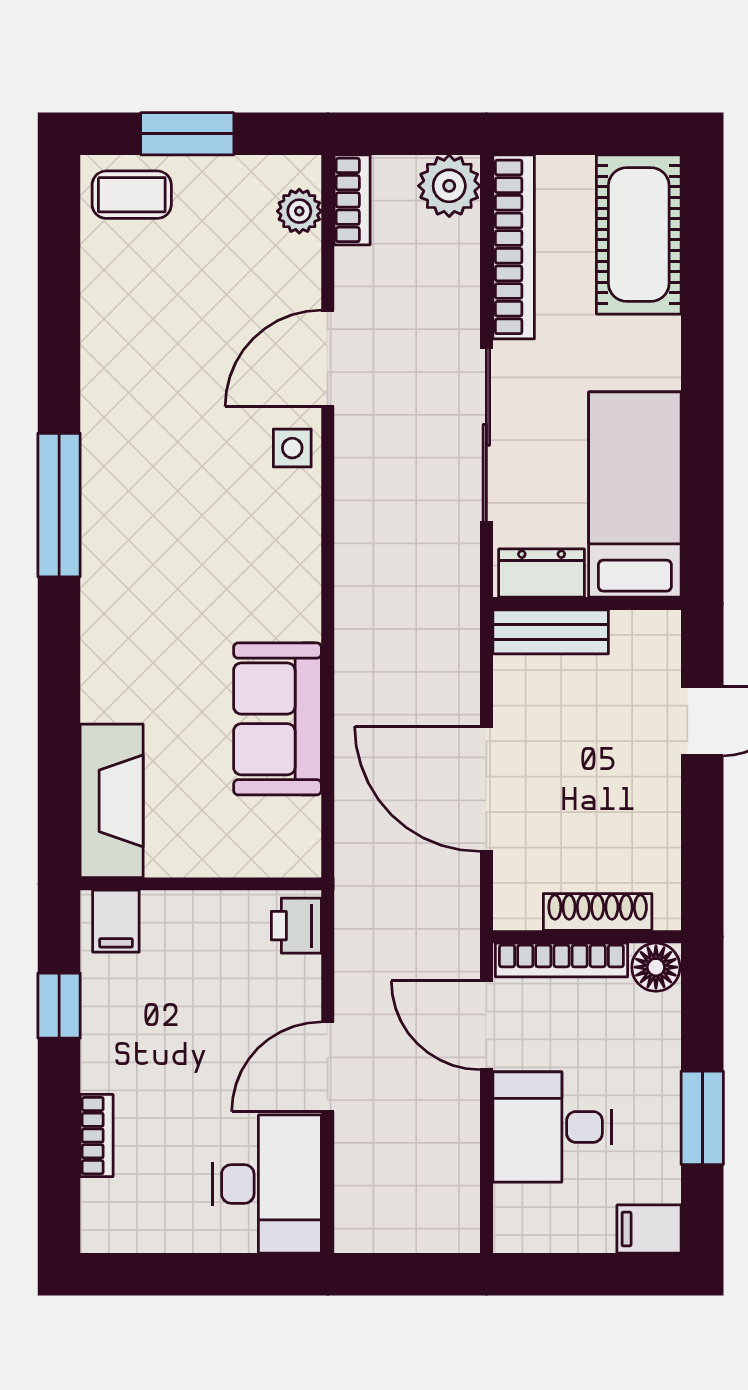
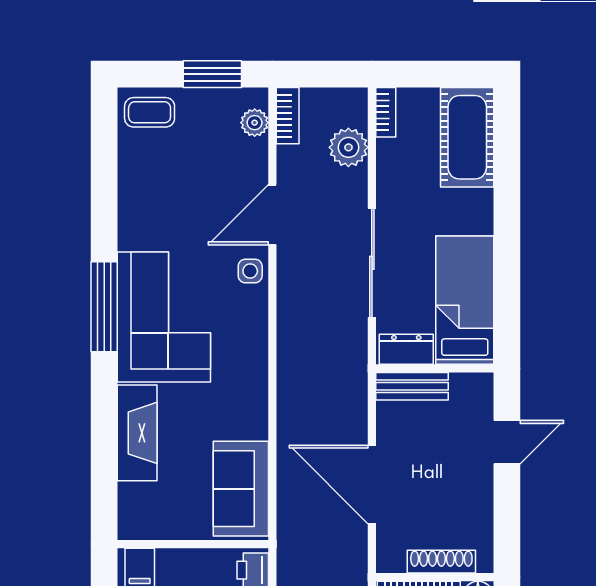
window: (187, 134) -> (212, 74), moved
plant: (449, 186) -> (348, 147), moved
bookcase: (514, 247) -> (386, 112), width x0.43, depth x0.76
corner sofa: (154, 522) -> (164, 317), added
sofa: (277, 719) -> (241, 489), moved
fireplace: (112, 801) -> (137, 433), moved

